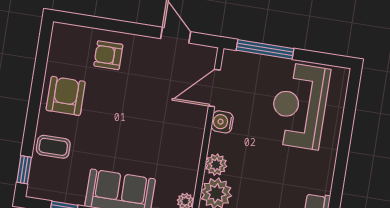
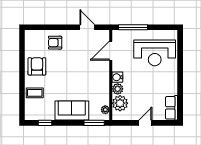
reception desk: (299, 106) -> (155, 53), turned -90
water cooler: (222, 122) -> (117, 77), moved
window: (24, 170) -> (22, 107), removed

